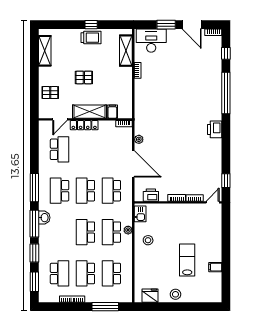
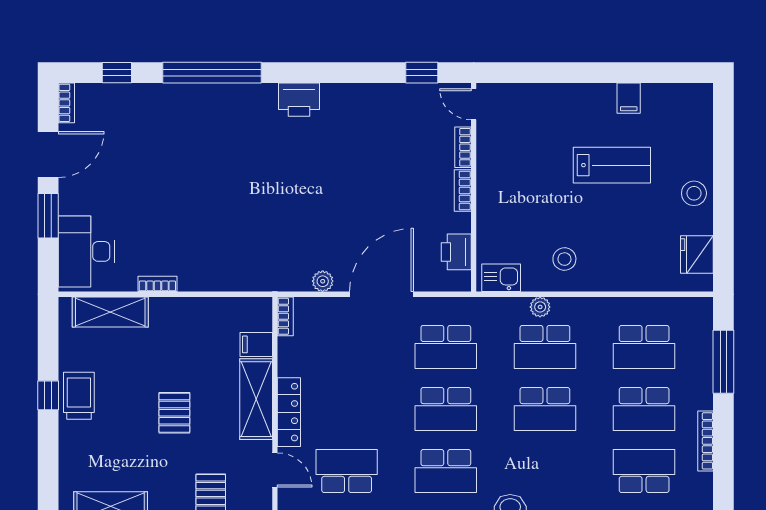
lab bench: (187, 260) -> (612, 165), turned 180

